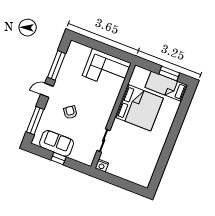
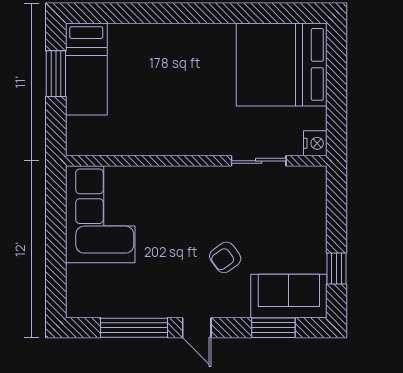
bed: (139, 108) -> (282, 64), moved, turned -90
window: (35, 121) -> (273, 328), width x0.69
sofa: (57, 143) -> (289, 296), moved, turned 90
window: (58, 158) -> (337, 268), moved

